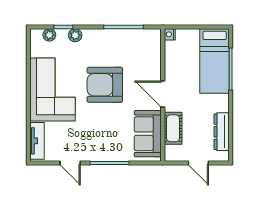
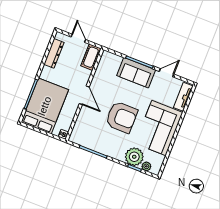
plant: (75, 35) -> (134, 157), width x1.87, depth x1.87
bed: (215, 61) -> (45, 106), width x1.50
cot: (173, 128) -> (91, 57), moved
sofa: (148, 134) -> (136, 73), moved, turned 90
door: (70, 163) -> (167, 73), hinge flipped

